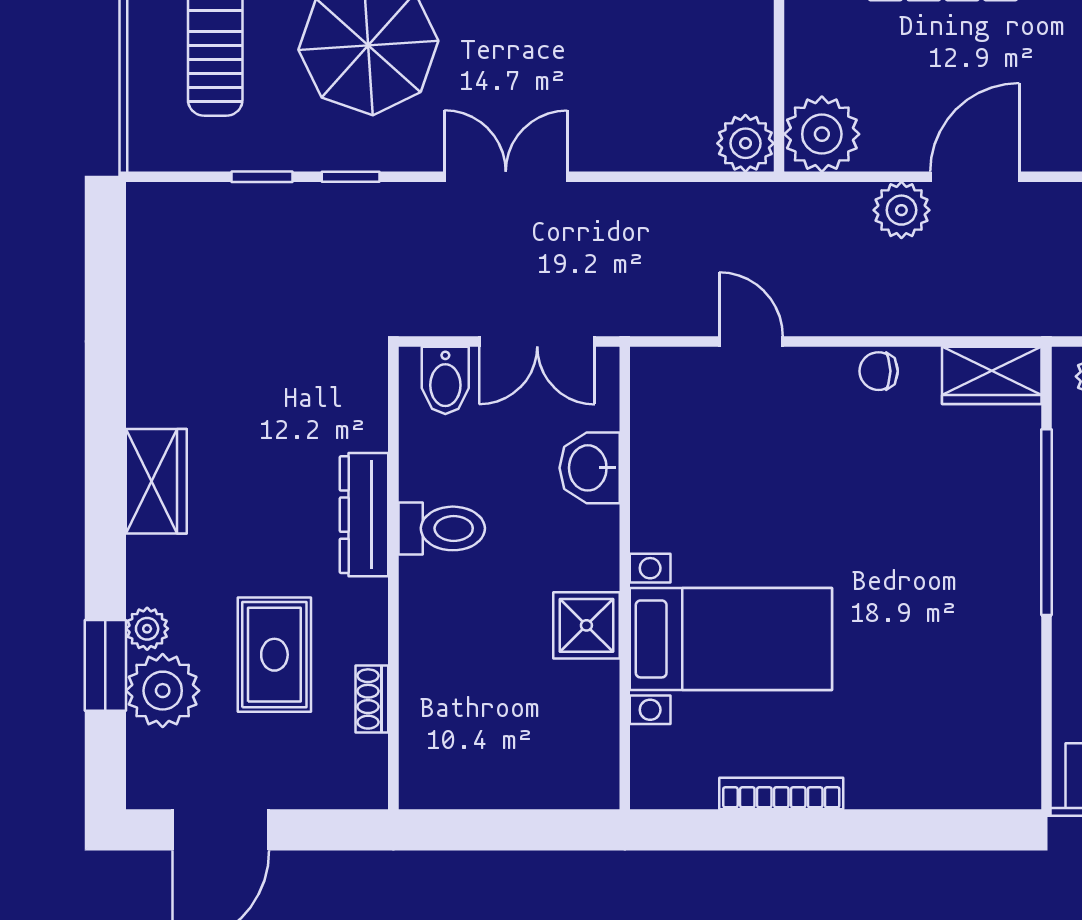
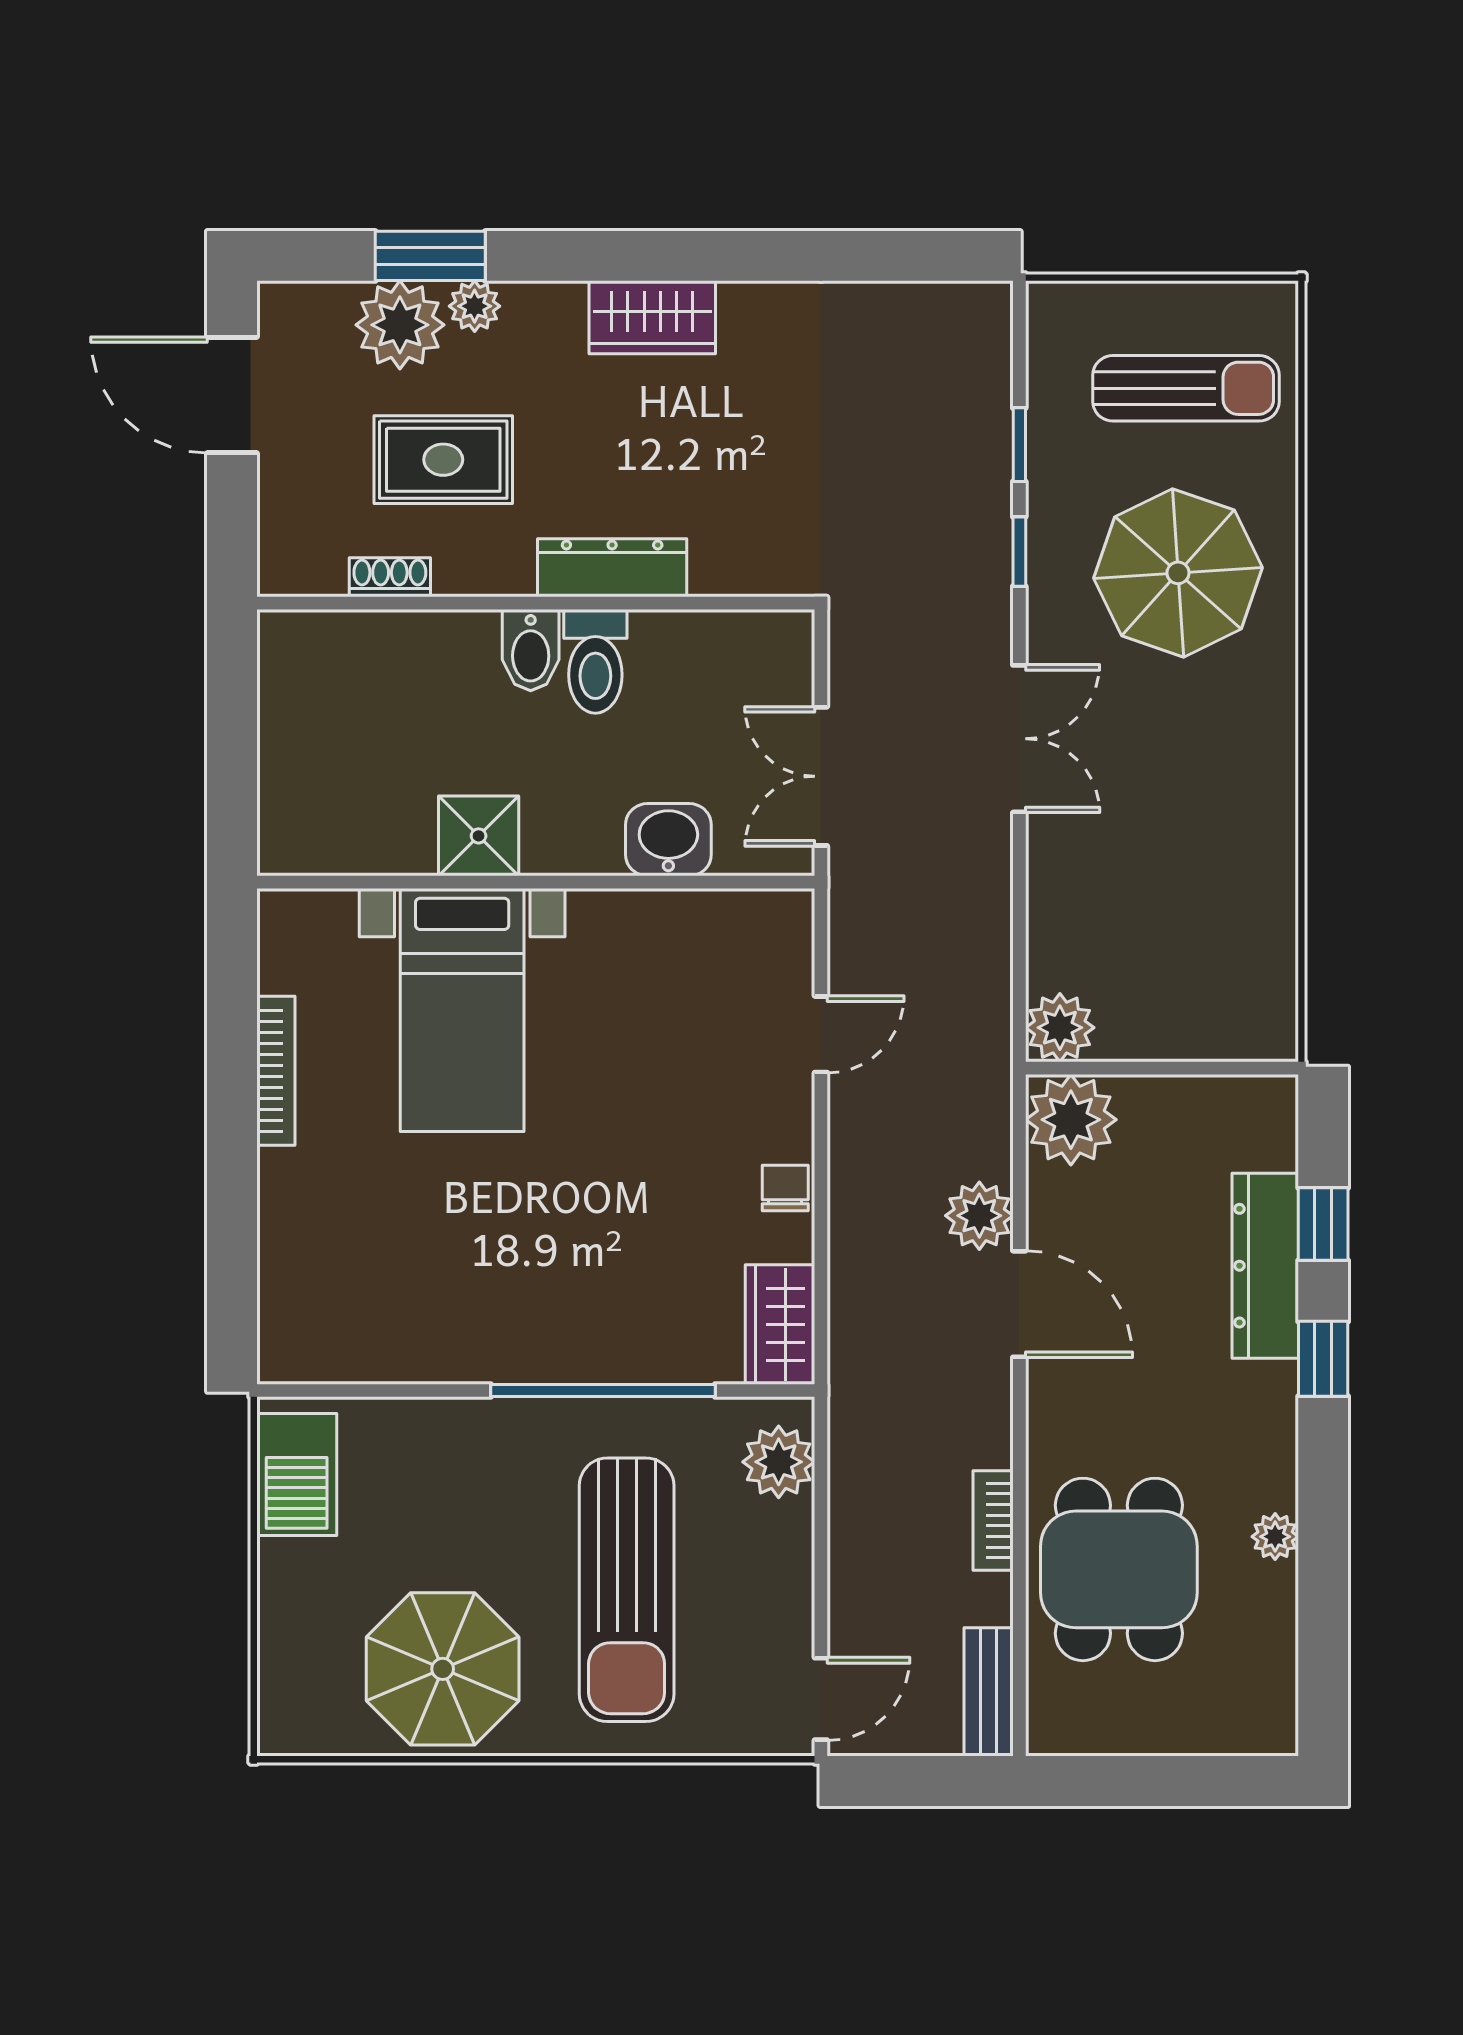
bidet: (445, 380) -> (531, 650), moved, turned -90

